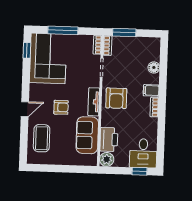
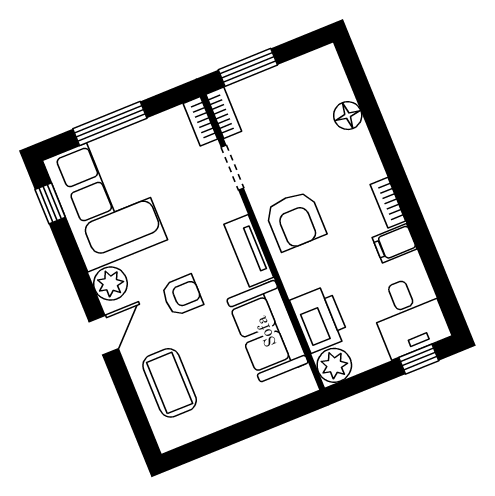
filing cabinet: (151, 90) -> (395, 243), moved
plant: (36, 91) -> (110, 284), added

